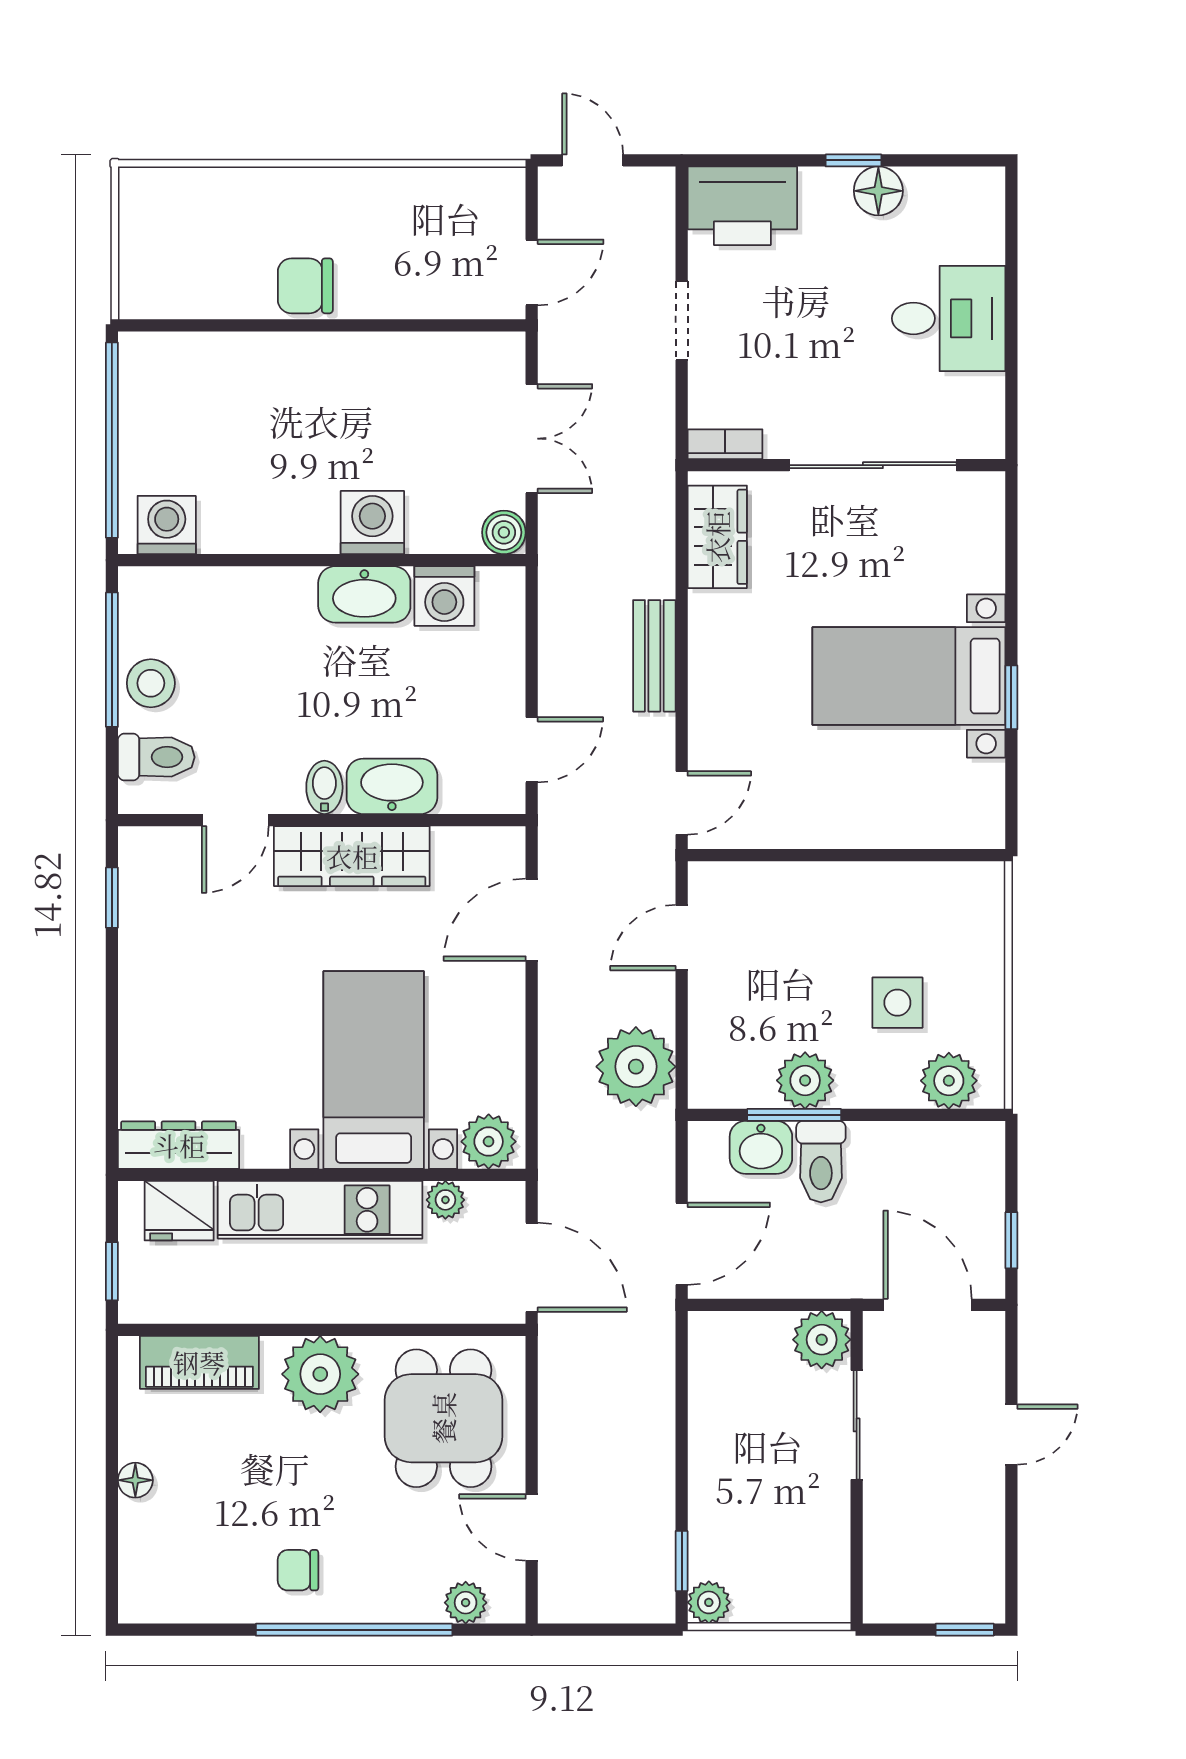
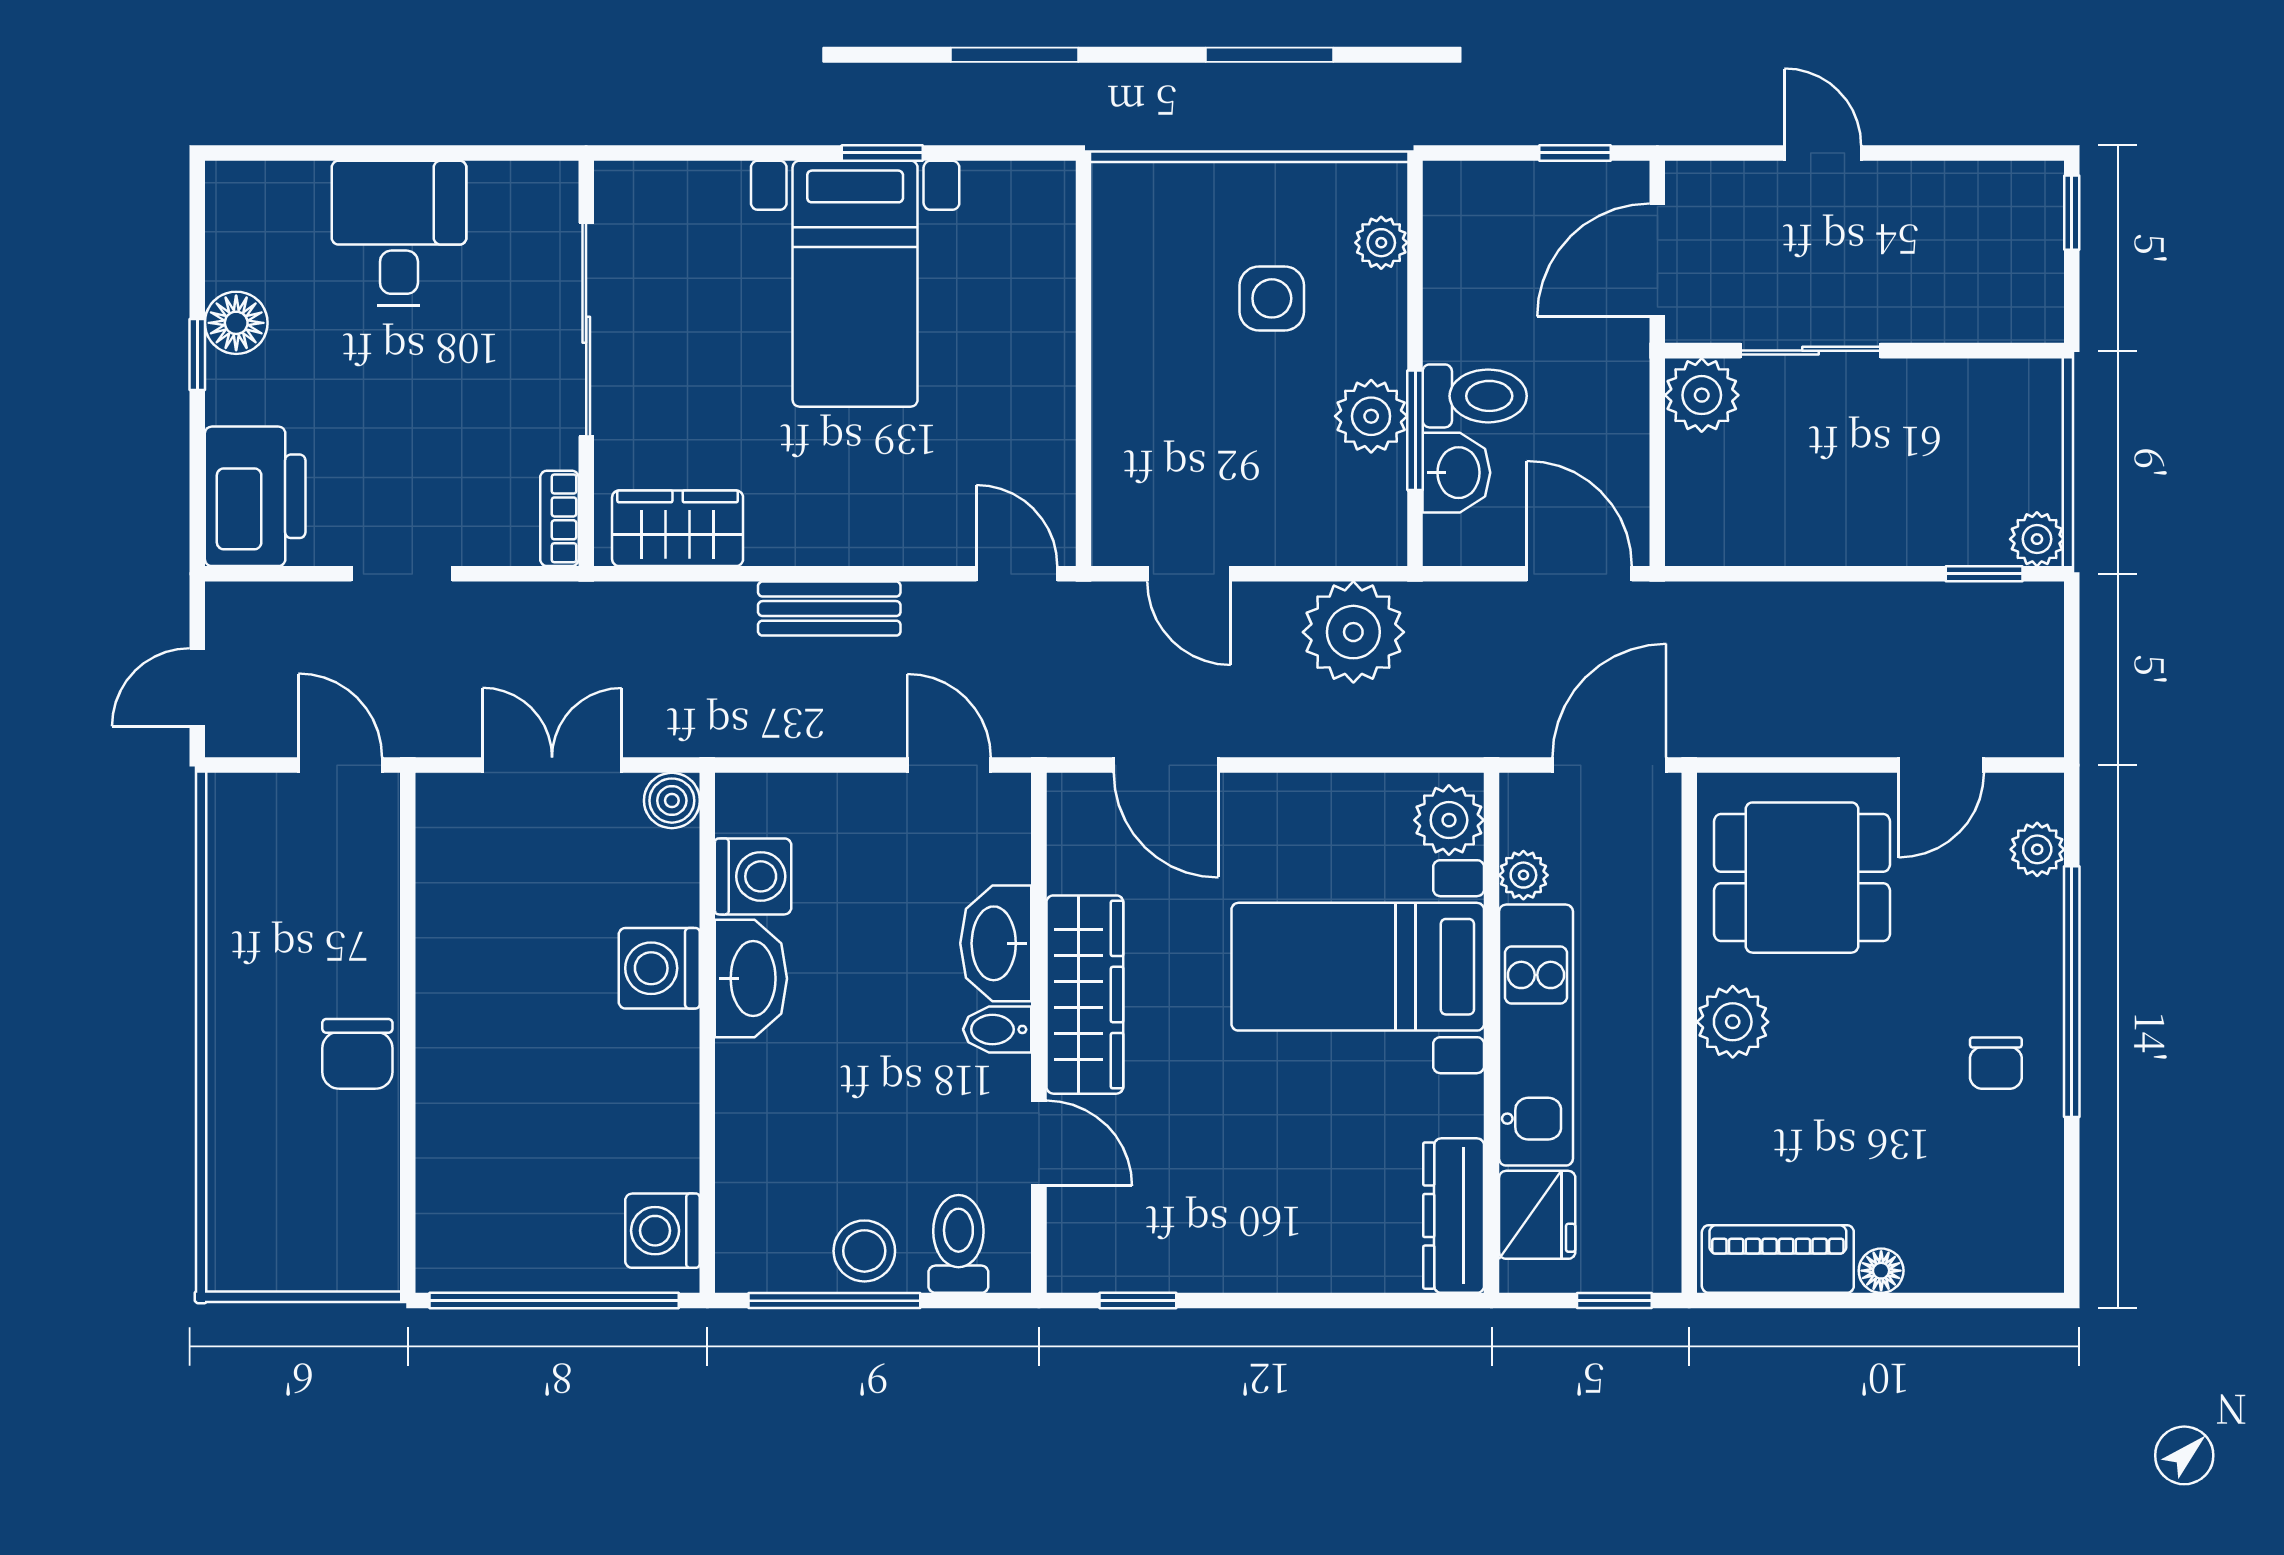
plant: (949, 1081) -> (1381, 243), width x0.73, depth x0.73
piano: (199, 1362) -> (1778, 1259), moved, turned -90
plant: (320, 1374) -> (1733, 1022), width x0.73, depth x0.73

